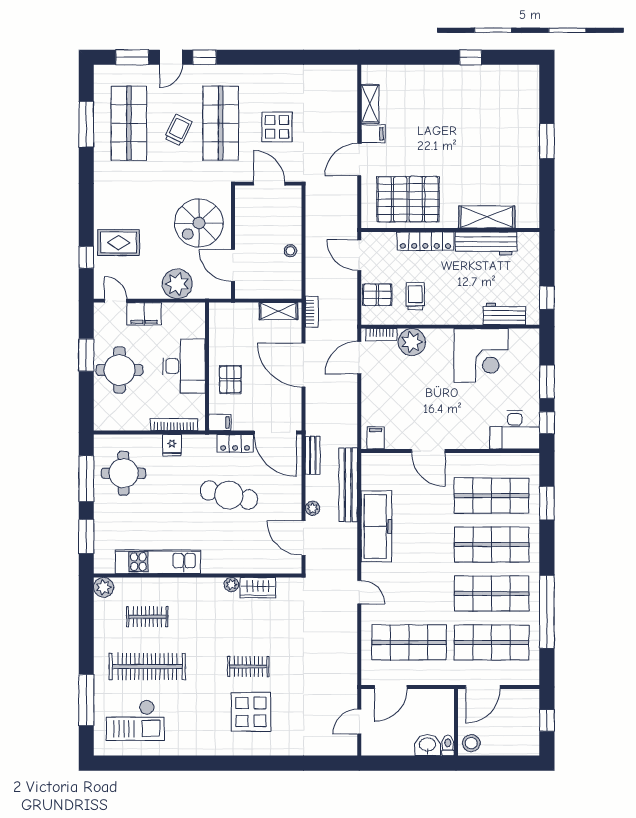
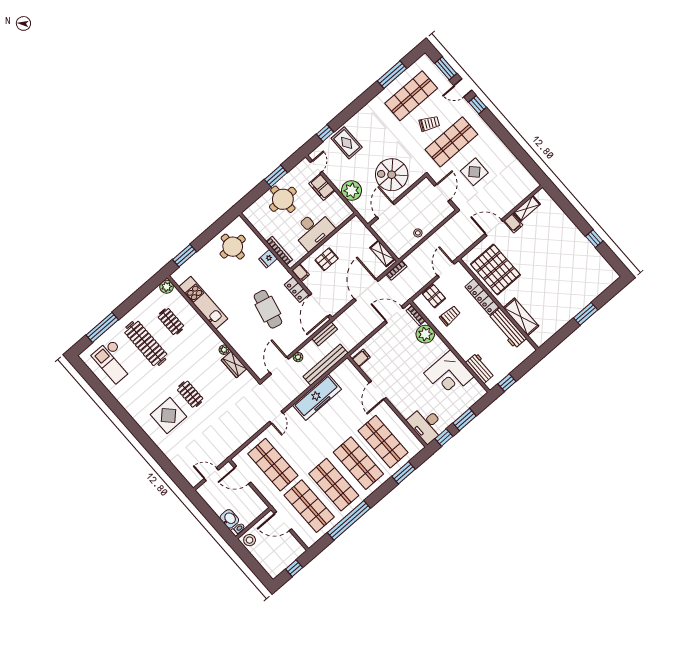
window: (86, 479) -> (214, 230), removed

